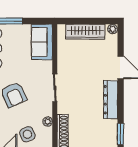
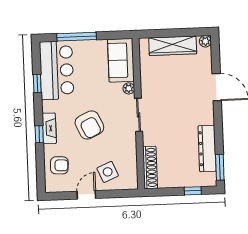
dresser: (111, 100) -> (207, 148), moved
plant: (48, 122) -> (129, 88), moved

